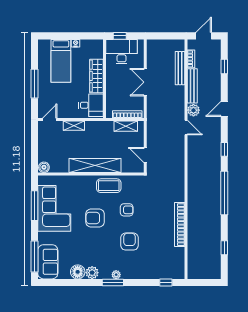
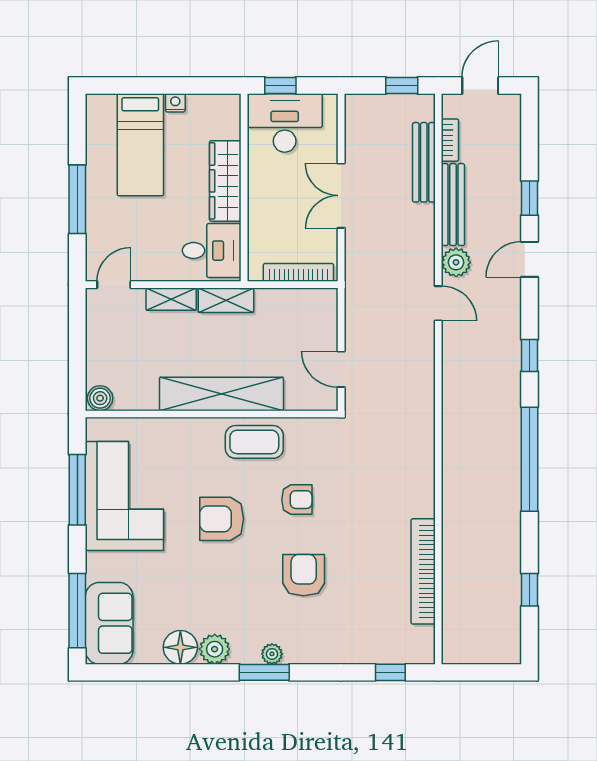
window: (171, 36) -> (402, 85), added
window: (224, 66) -> (529, 198), moved
shelving: (126, 126) -> (226, 300), moved
bookcase: (180, 225) -> (423, 571), moved

